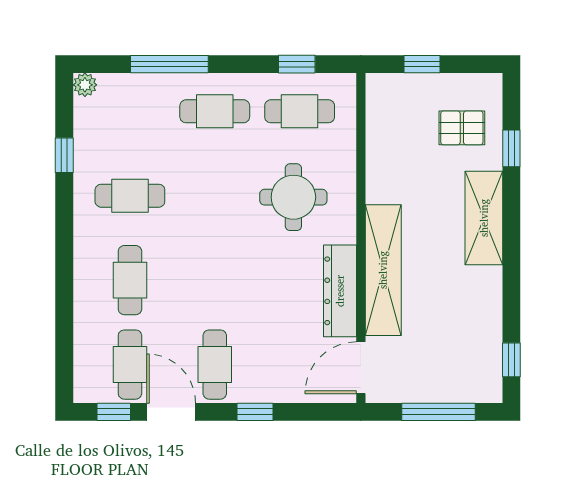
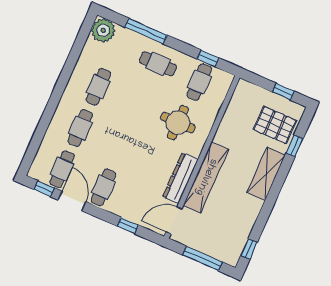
window: (422, 64) -> (284, 92), moved
plant: (85, 85) -> (103, 30), width x1.88, depth x1.88
cafe table: (300, 111) -> (199, 82), turned 90
pallet: (462, 128) -> (275, 125), width x1.50, depth x1.42
window: (64, 155) -> (75, 53), removed
cafe table: (130, 196) -> (98, 87), turned 90
window: (255, 412) -> (128, 226), moved

